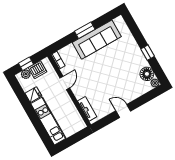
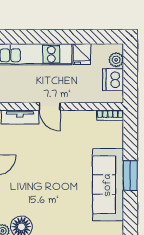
window: (26, 64) -> (130, 68), removed
door: (65, 83) -> (50, 107), moved

